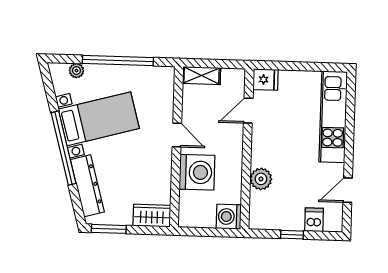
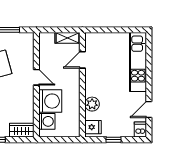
shelving: (201, 76) -> (67, 38), moved
fridge: (265, 79) -> (93, 127), moved
washing machine: (229, 217) -> (47, 121), moved, turned 180
dishwasher: (314, 220) -> (140, 130), moved

